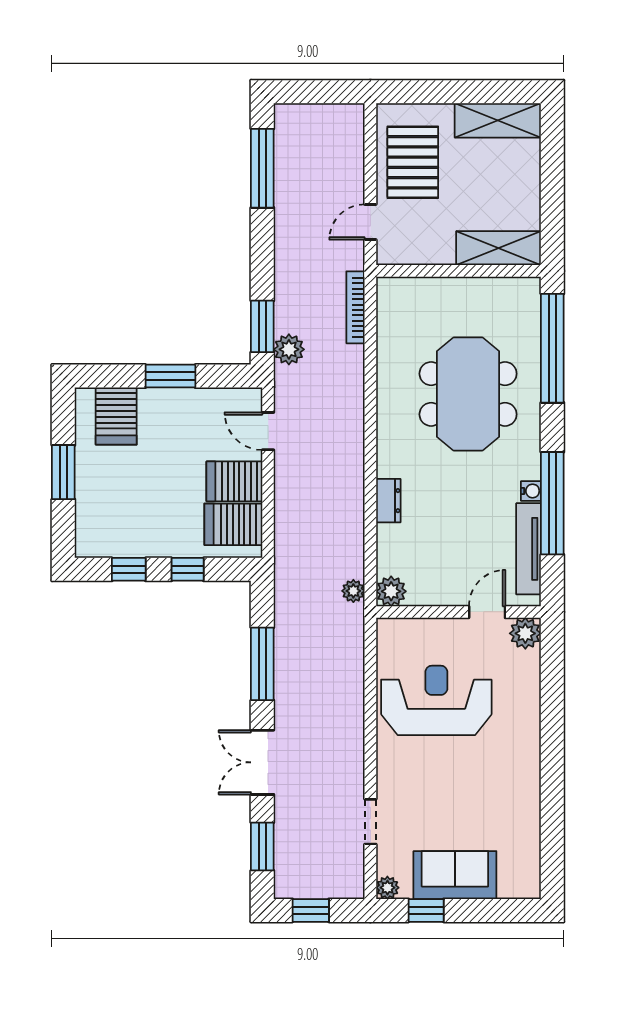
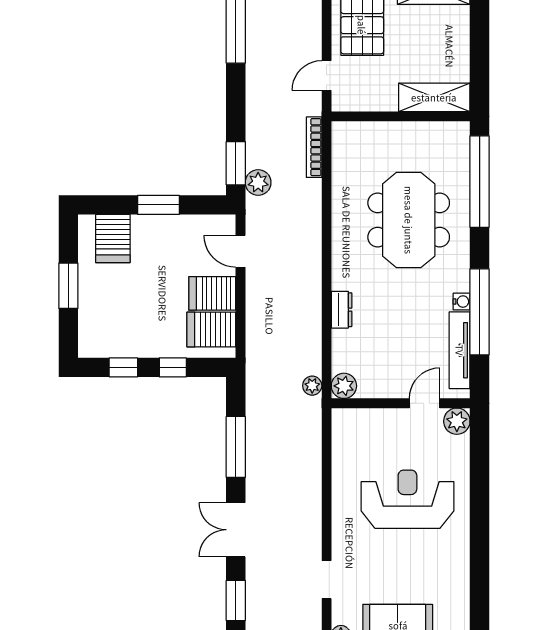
reception desk: (436, 700) -> (407, 499), moved

